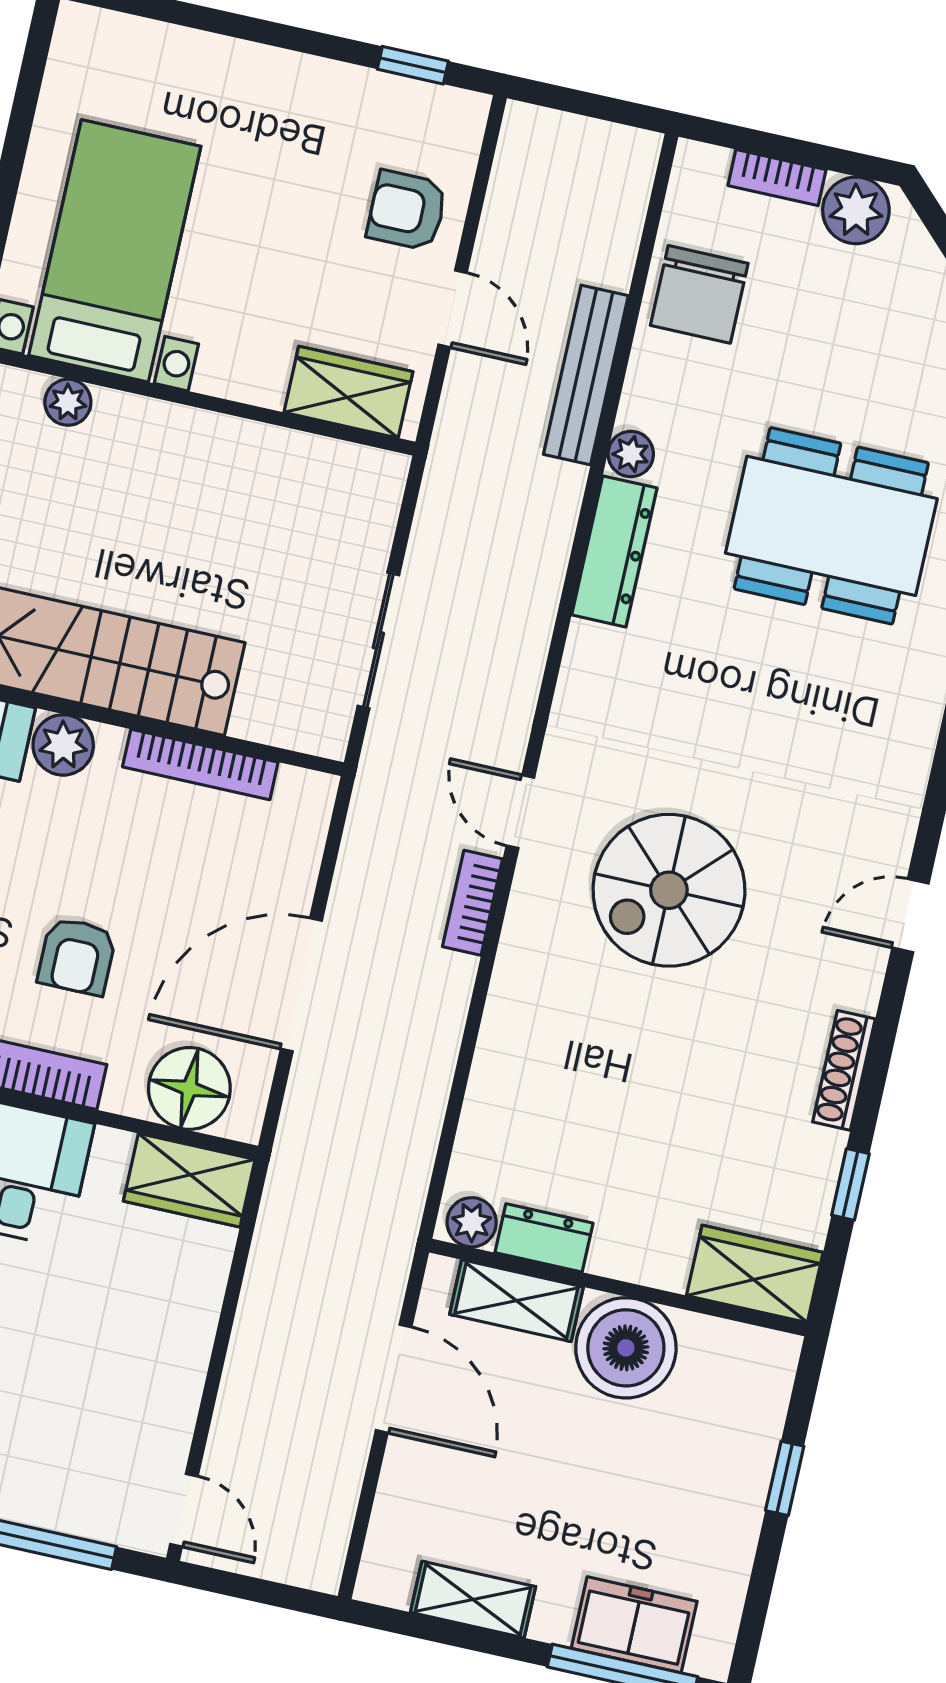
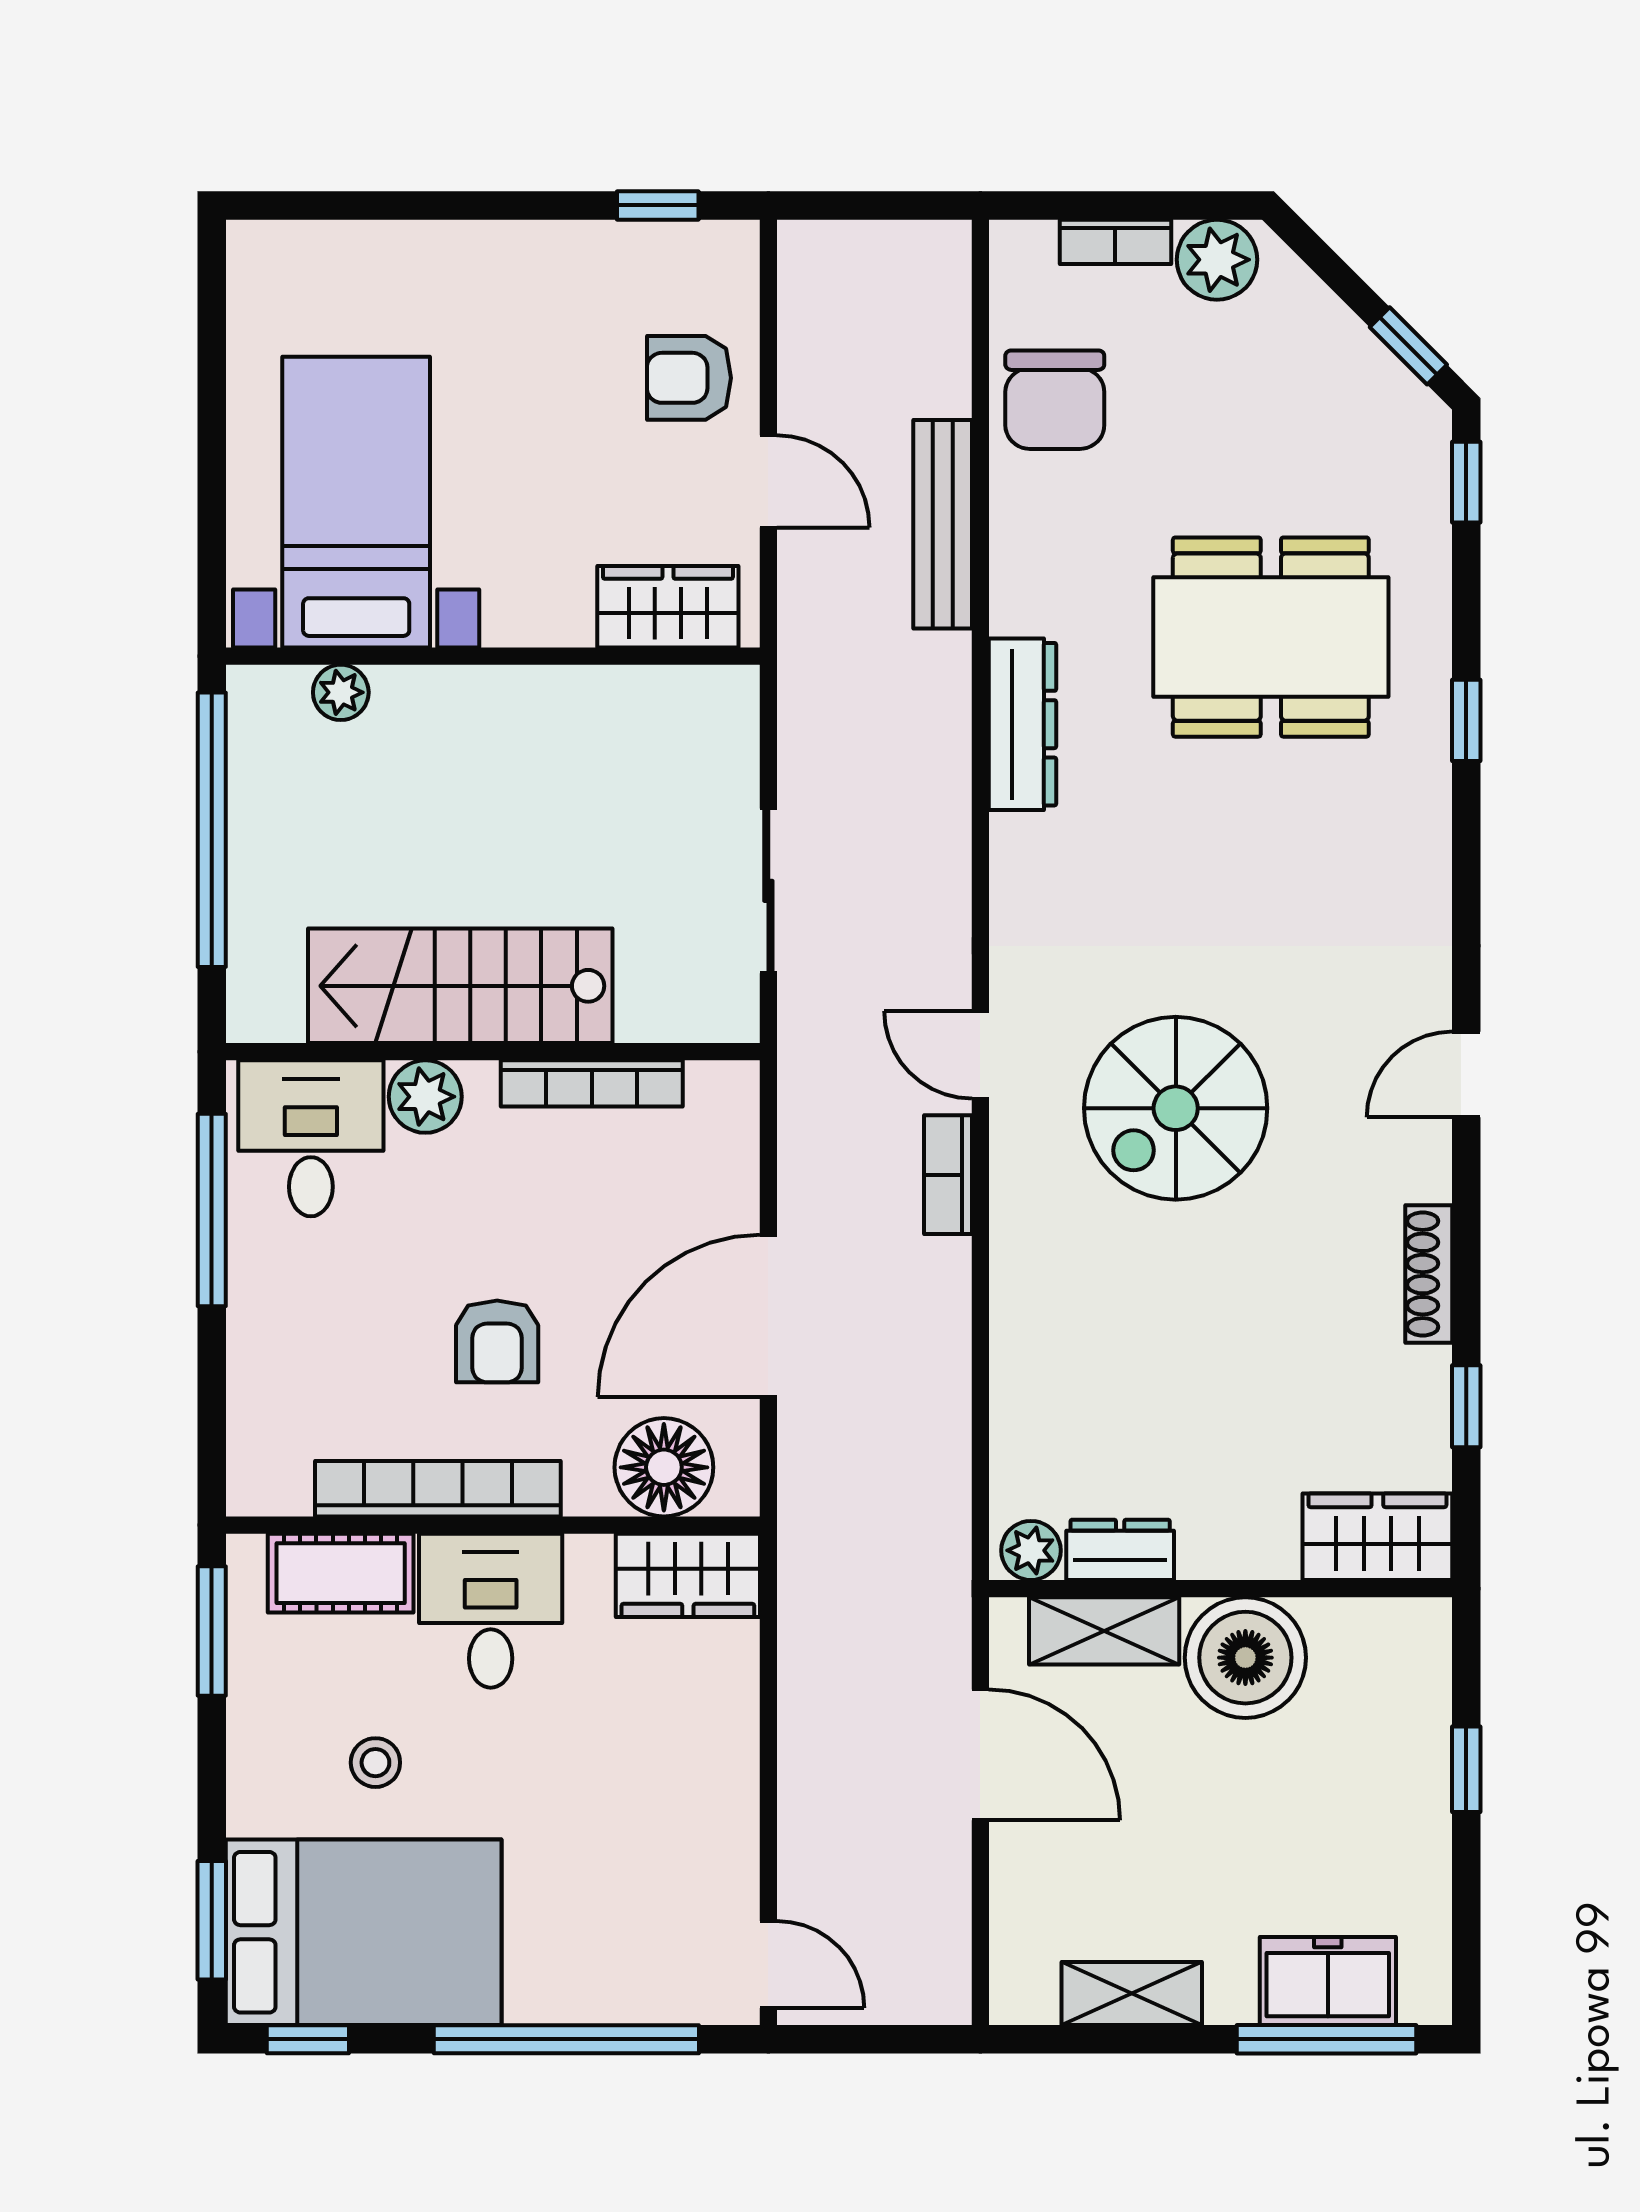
plant: (631, 454) -> (1016, 605), removed

